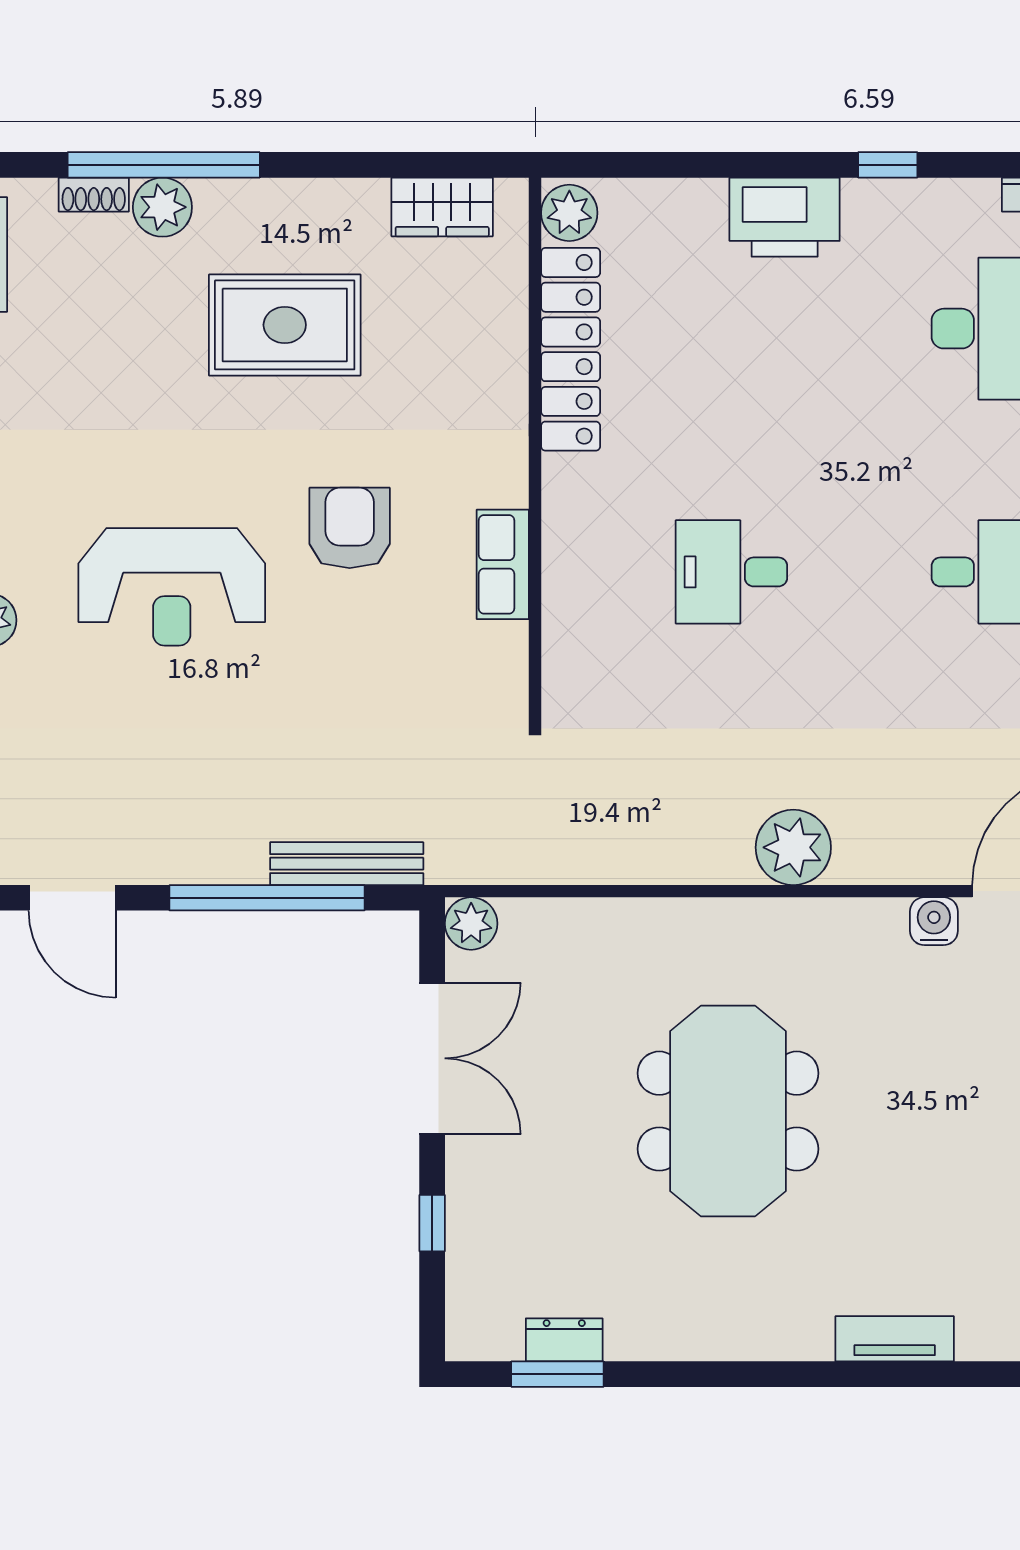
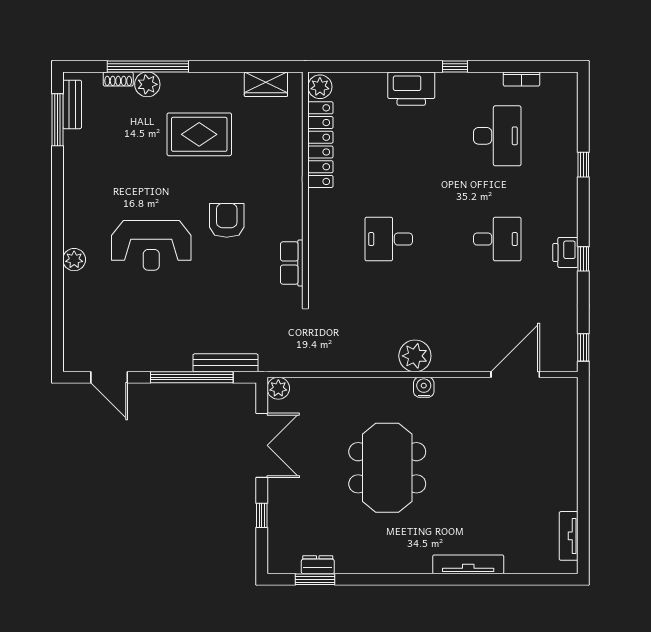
row of seats: (503, 564) -> (292, 263), moved
water cooler: (934, 921) -> (424, 387), moved
tv unit: (895, 1339) -> (468, 564), width x1.41

